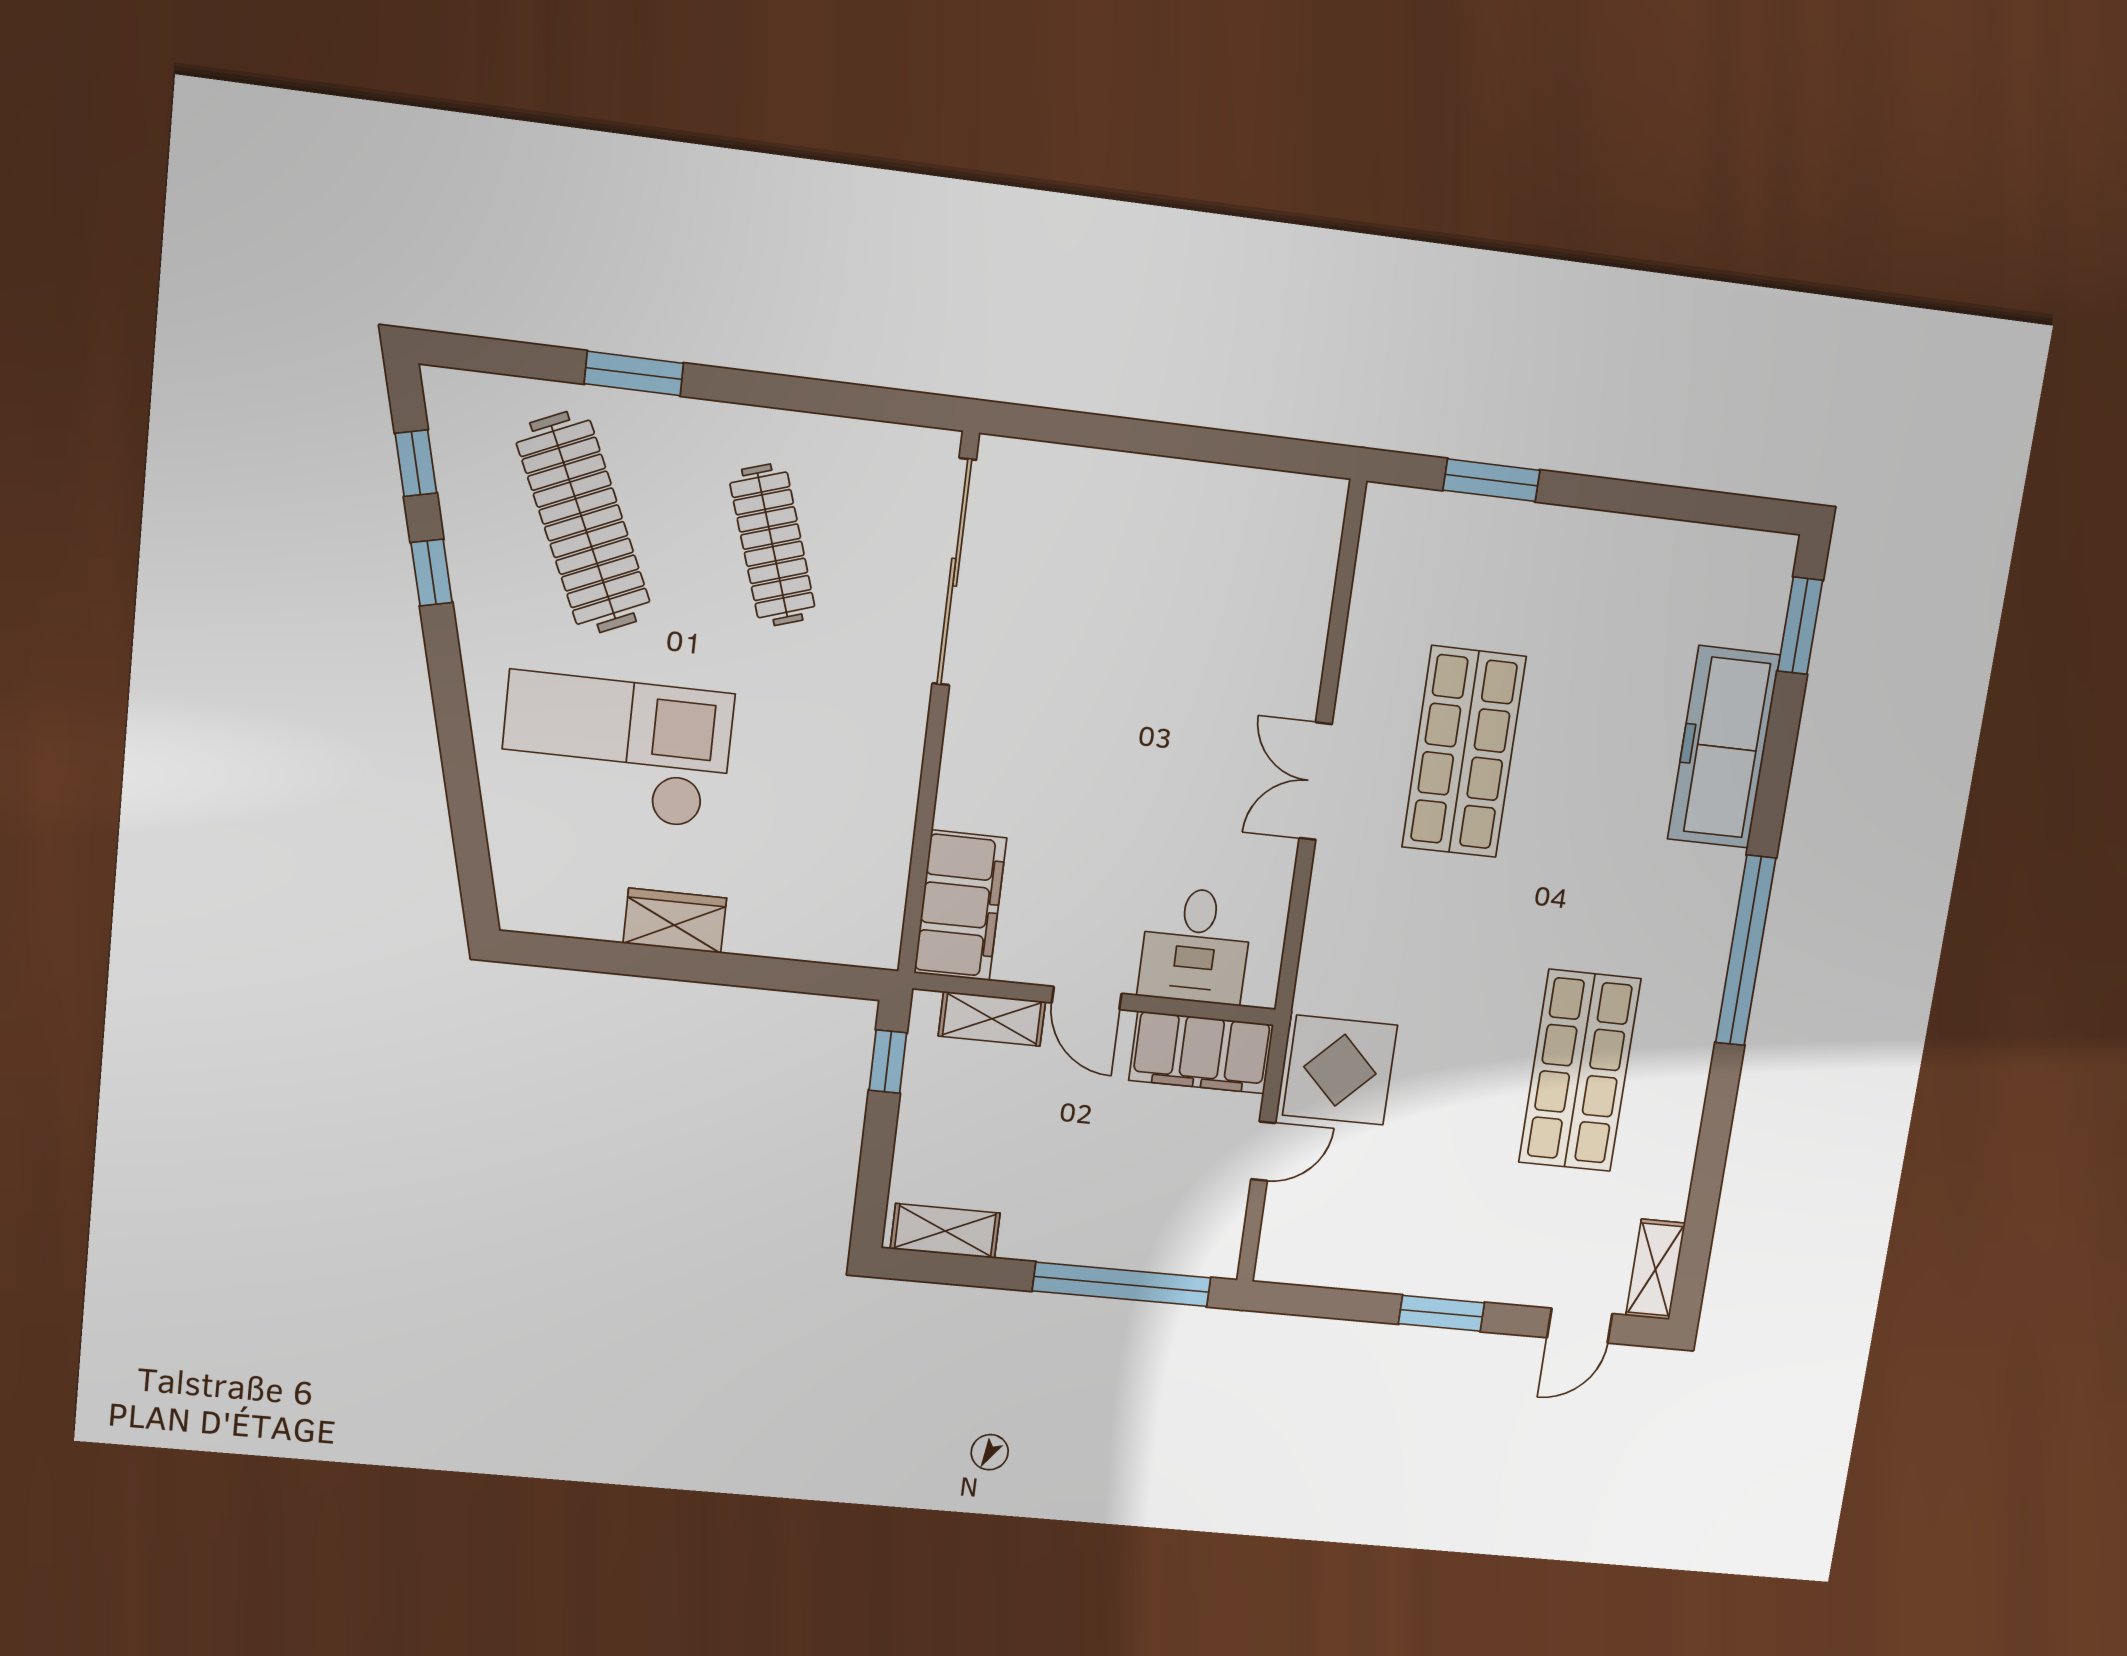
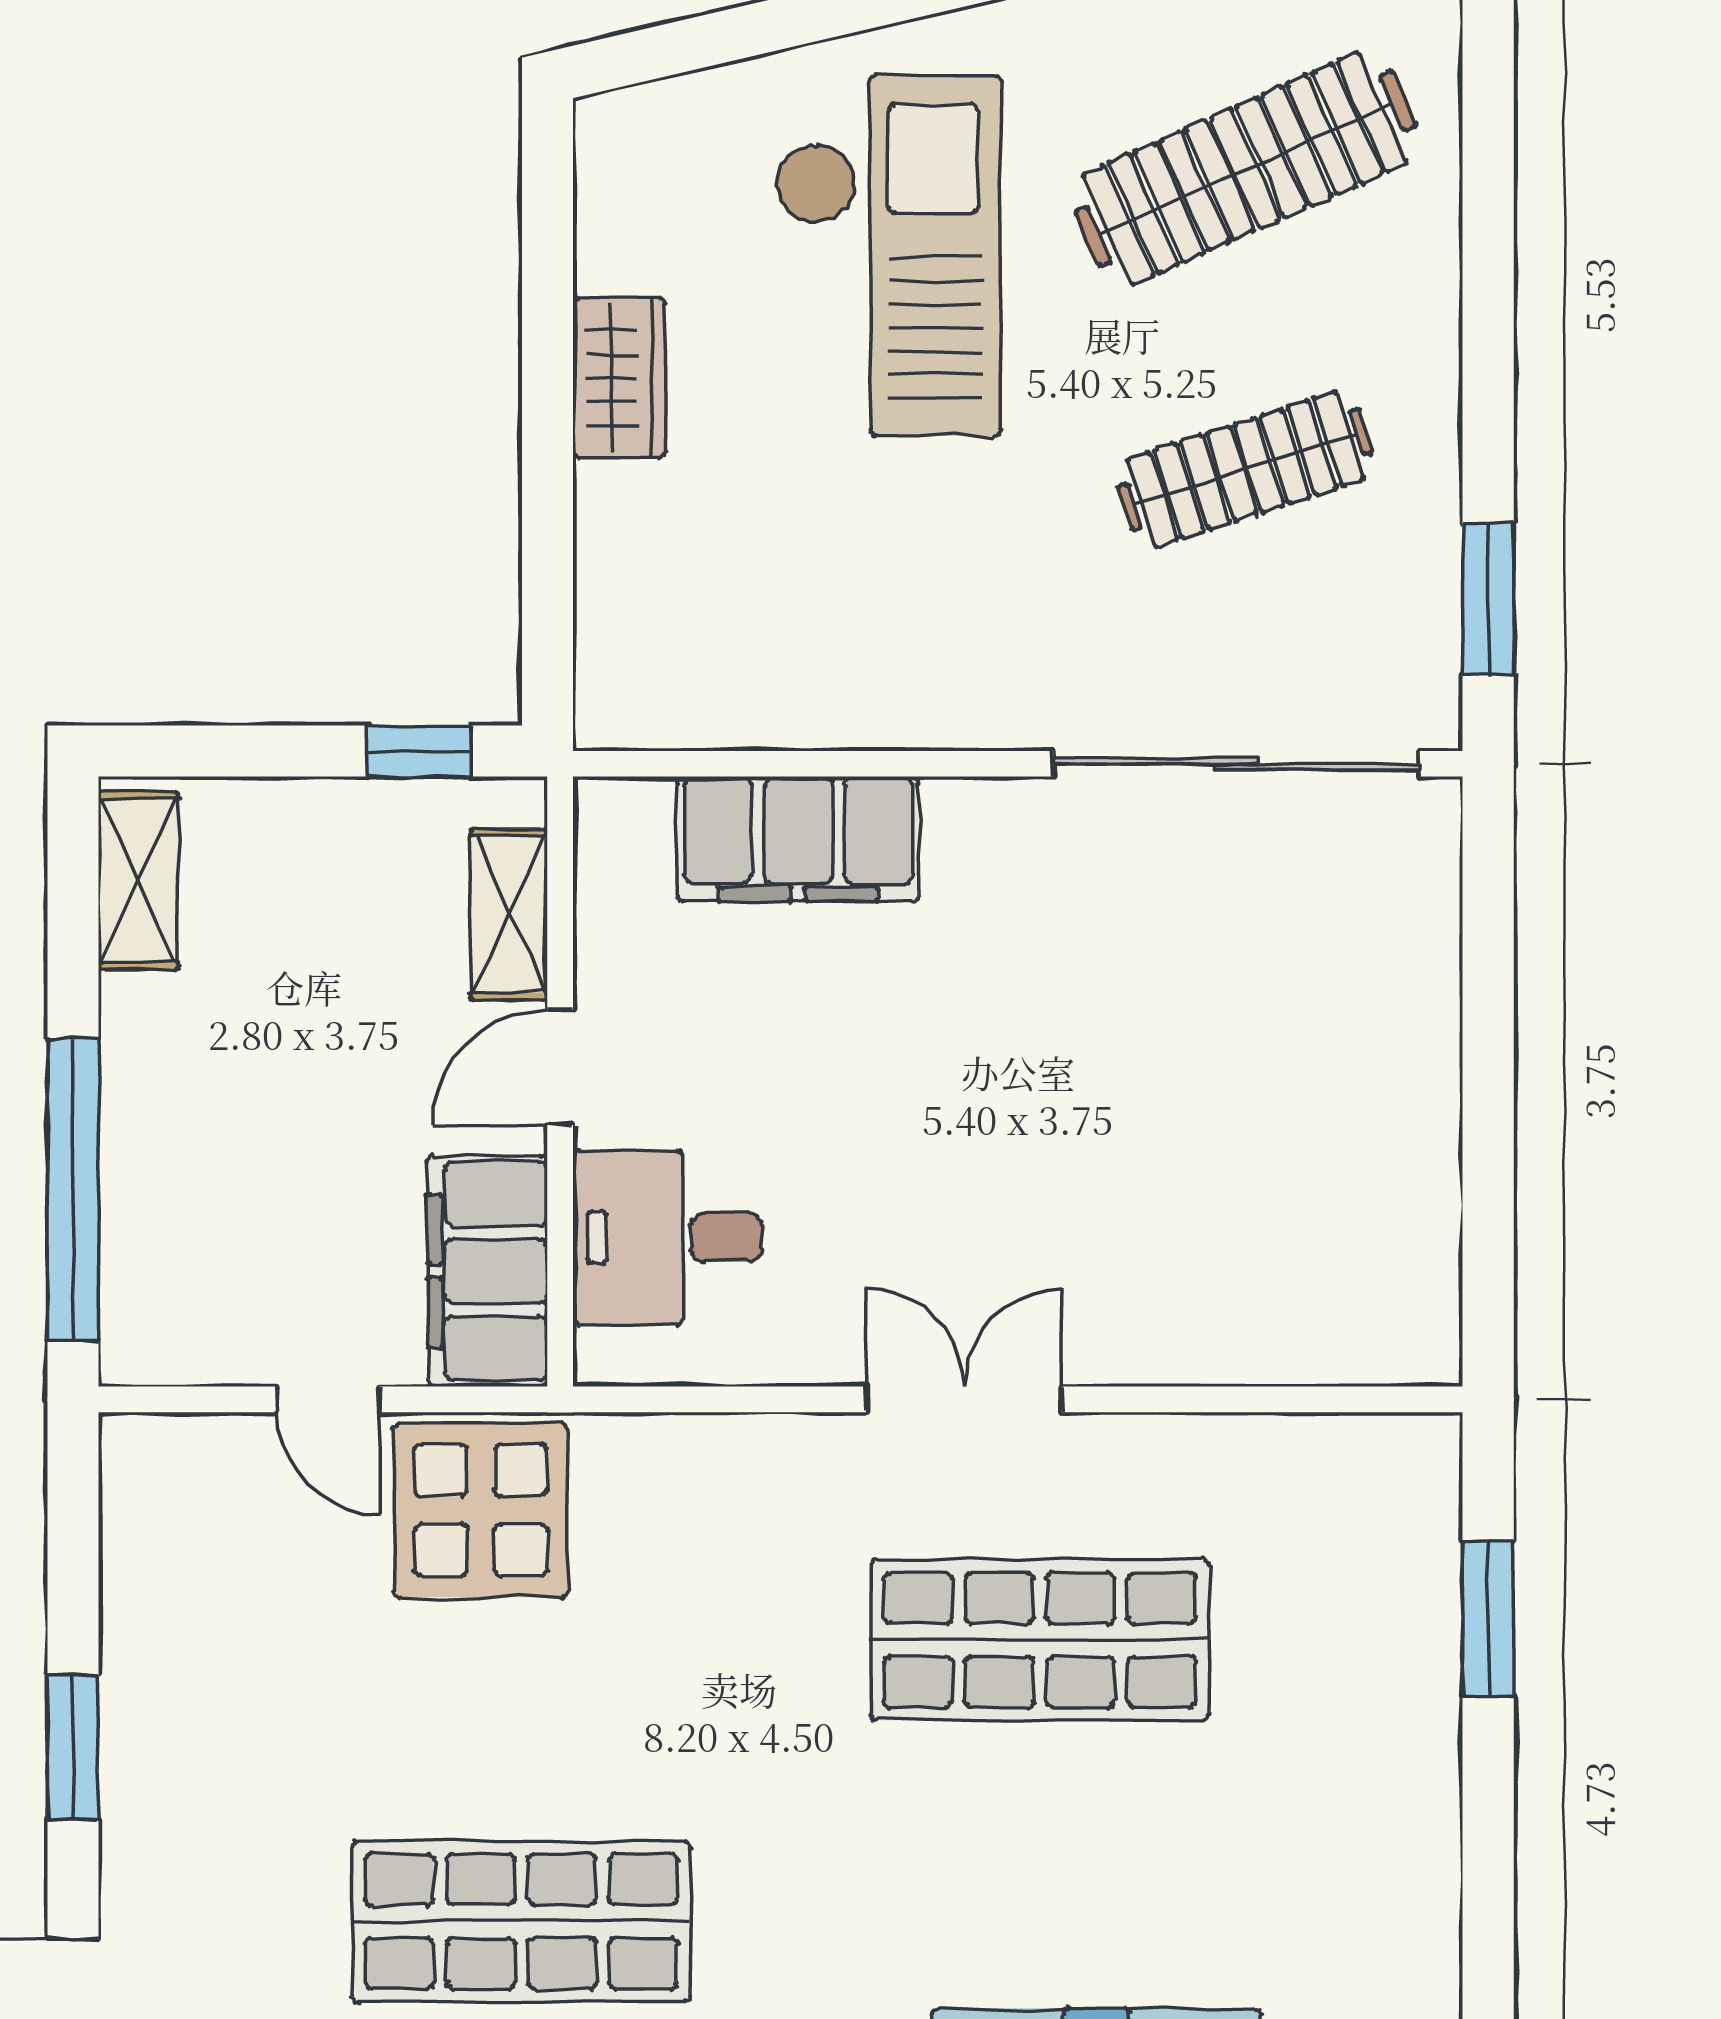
window: (634, 373) -> (1488, 599), moved
filing cabinet: (960, 906) -> (798, 839), moved

